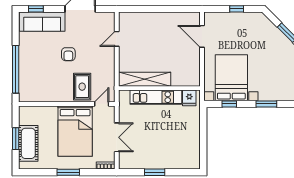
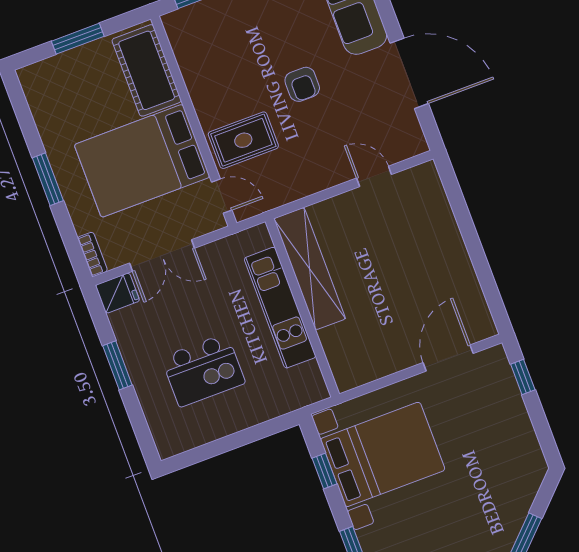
window: (237, 9) -> (523, 377), moved
armchair: (68, 54) -> (302, 84), turned -90
fridge: (189, 98) -> (117, 293), moved, turned 180
kitchen island: (170, 138) -> (203, 370), added
cot: (28, 143) -> (147, 70), moved, turned 90

